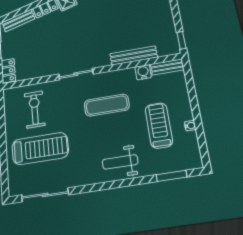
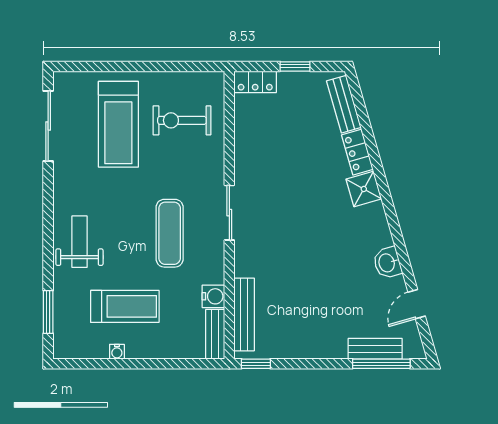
bench: (134, 55) -> (244, 314), moved
sliding door: (76, 74) -> (229, 213), moved
exercise bike: (35, 109) -> (182, 120), turned 180

